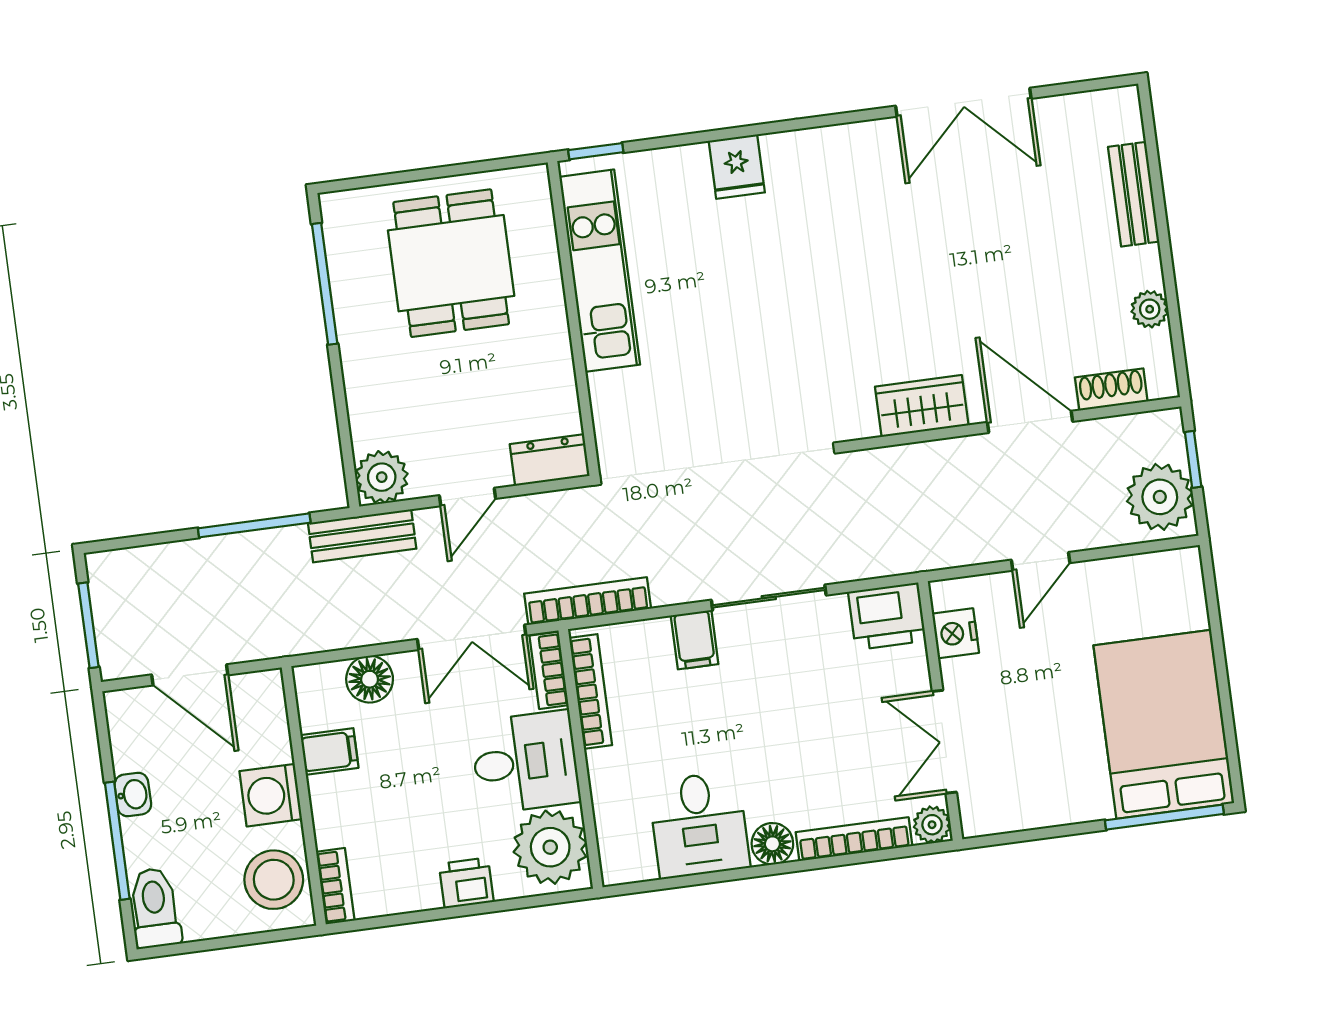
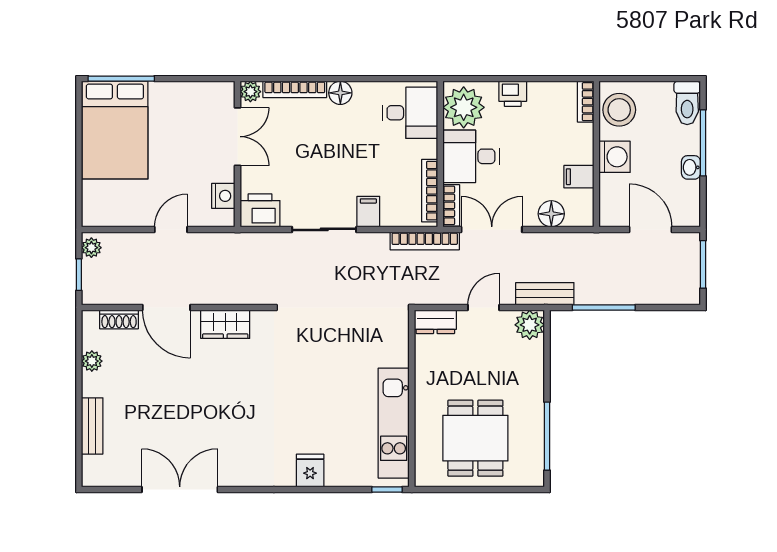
plant: (1160, 497) -> (91, 248), width x0.53, depth x0.53
desk: (699, 825) -> (410, 113), moved, turned 90

